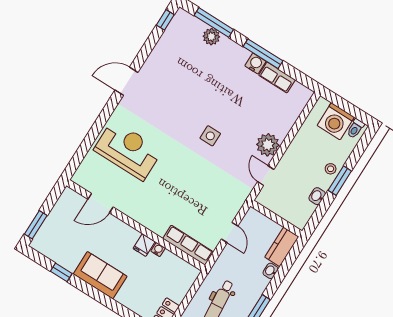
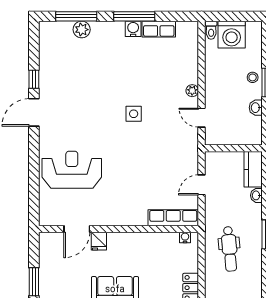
window: (165, 20) -> (34, 79), moved
toilet: (355, 129) -> (211, 30), moved
plant: (268, 145) -> (192, 91), width x0.53, depth x0.53
door: (230, 233) -> (201, 185), swing flipped
fridge: (144, 245) -> (99, 241), moved
water cooler: (158, 250) -> (185, 237), moved

